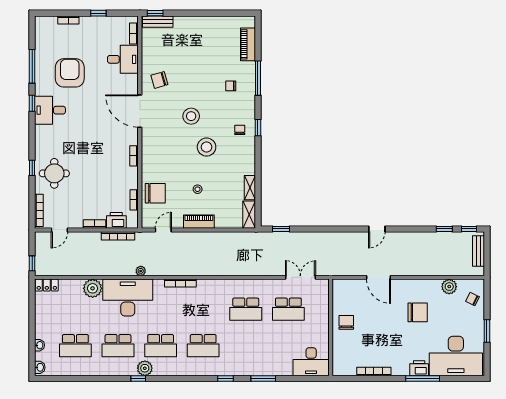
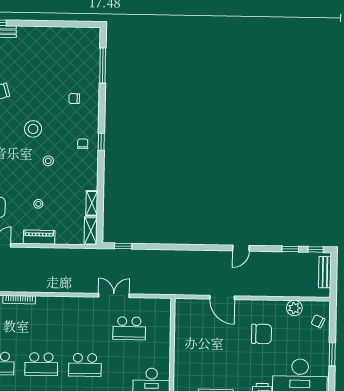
piano: (248, 44) -> (93, 56), removed
window: (258, 78) -> (103, 66), moved
stool: (207, 147) -> (48, 161), width x0.53, depth x0.53
door: (377, 229) -> (241, 248), moved
double door: (300, 277) -> (114, 296), moved
school desk: (246, 309) -> (85, 365), moved
chair: (346, 322) -> (188, 343), removed

